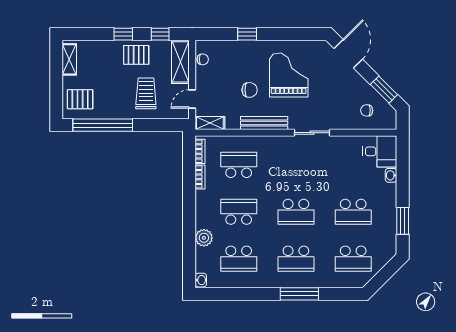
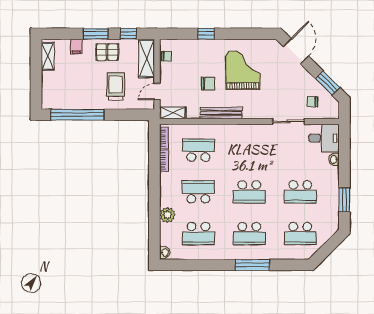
window: (123, 34) -> (96, 34), width x1.50
filing cabinet: (101, 49) -> (76, 47), added
pallet: (80, 99) -> (57, 92), removed
sliding door: (312, 133) -> (288, 121), moved

